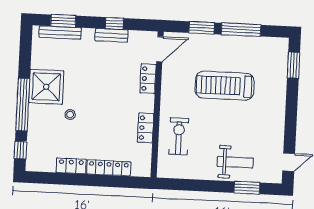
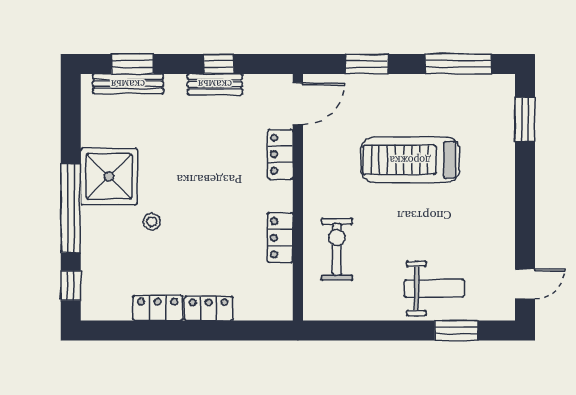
window: (241, 30) -> (458, 64), moved
locker: (109, 168) -> (209, 308), width x0.66

